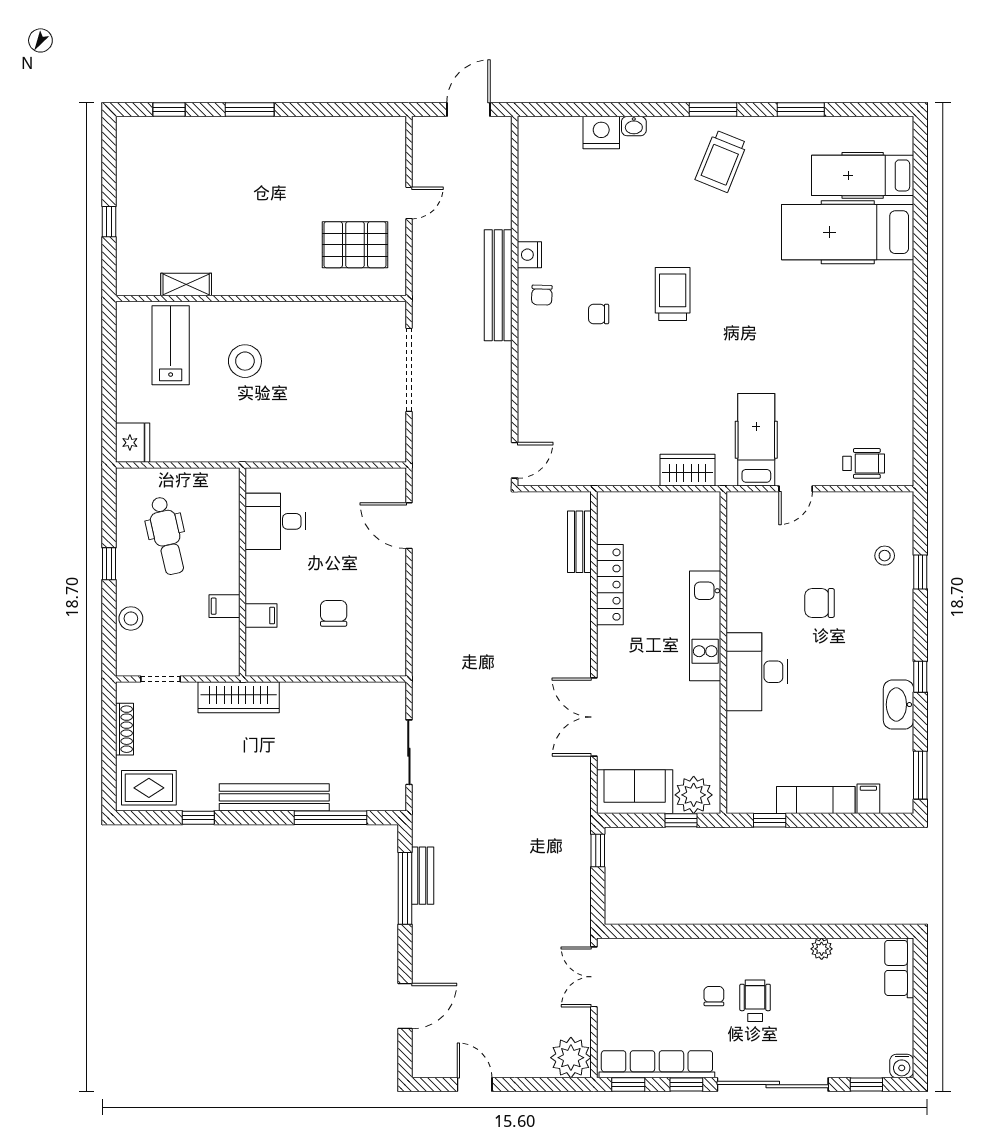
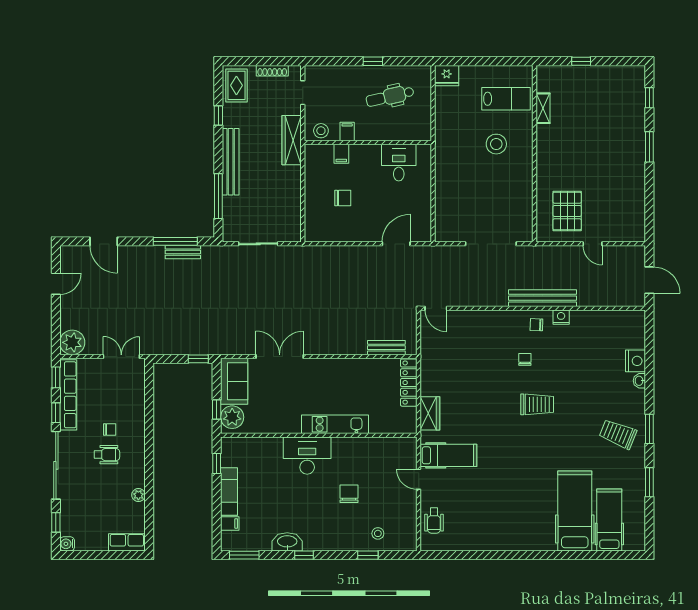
locker: (610, 585) -> (409, 383), moved, turned 90
stool: (131, 618) -> (321, 131), moved

